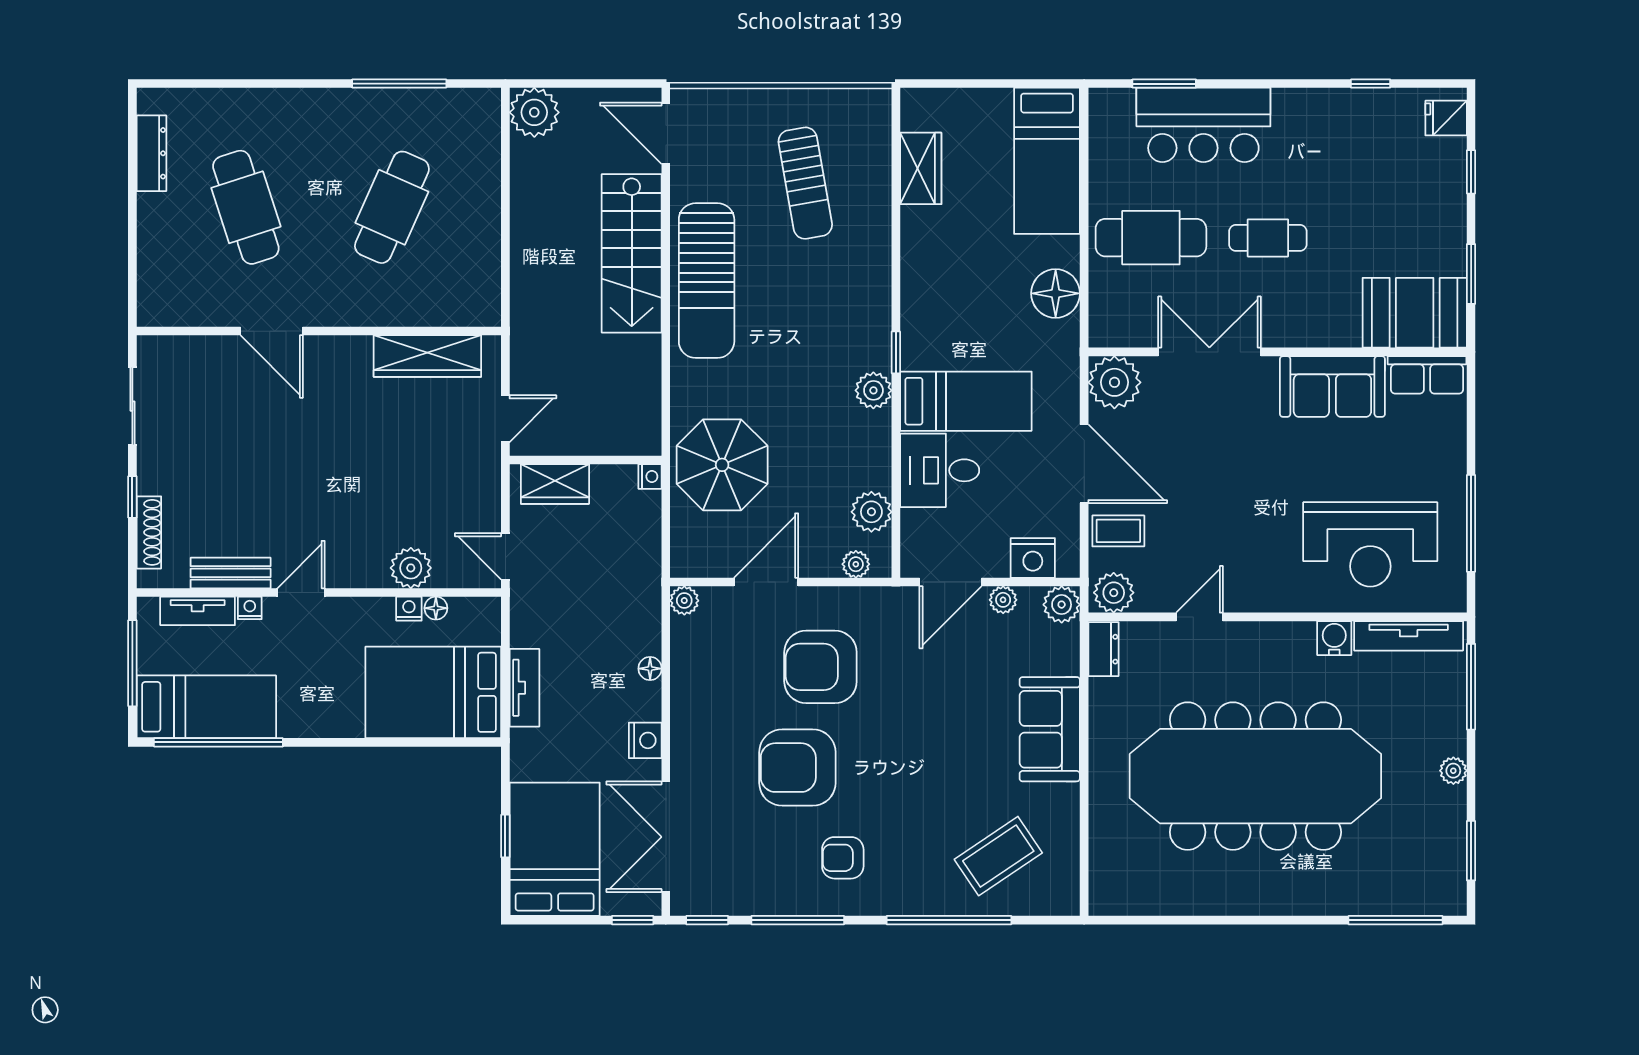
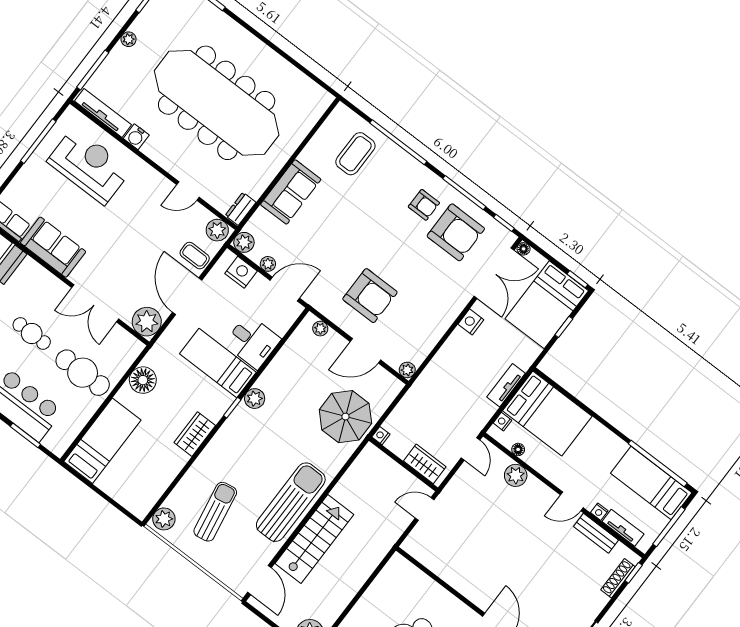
wardrobe: (921, 168) -> (195, 434), moved
wardrobe: (427, 356) -> (438, 562), removed
window: (132, 497) -> (634, 573), moved
plant: (871, 512) -> (164, 519), moved
nightstand: (409, 609) -> (502, 422), moved, turned 90
floor lamp: (650, 669) -> (524, 249), moved
armchair: (797, 768) -> (456, 232), moved
coffee table: (998, 856) -> (355, 154), turned -56
window: (633, 920) -> (577, 279), moved

